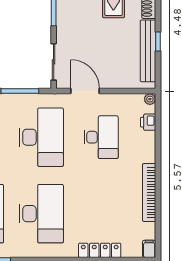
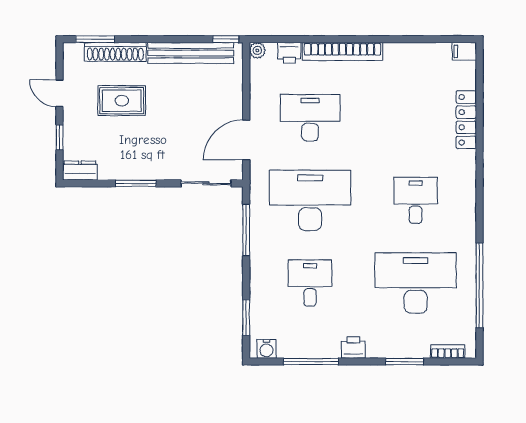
window: (158, 41) -> (226, 39), moved
bookcase: (149, 192) -> (343, 51), moved
desk: (41, 214) -> (416, 200), width x0.53, depth x0.77

